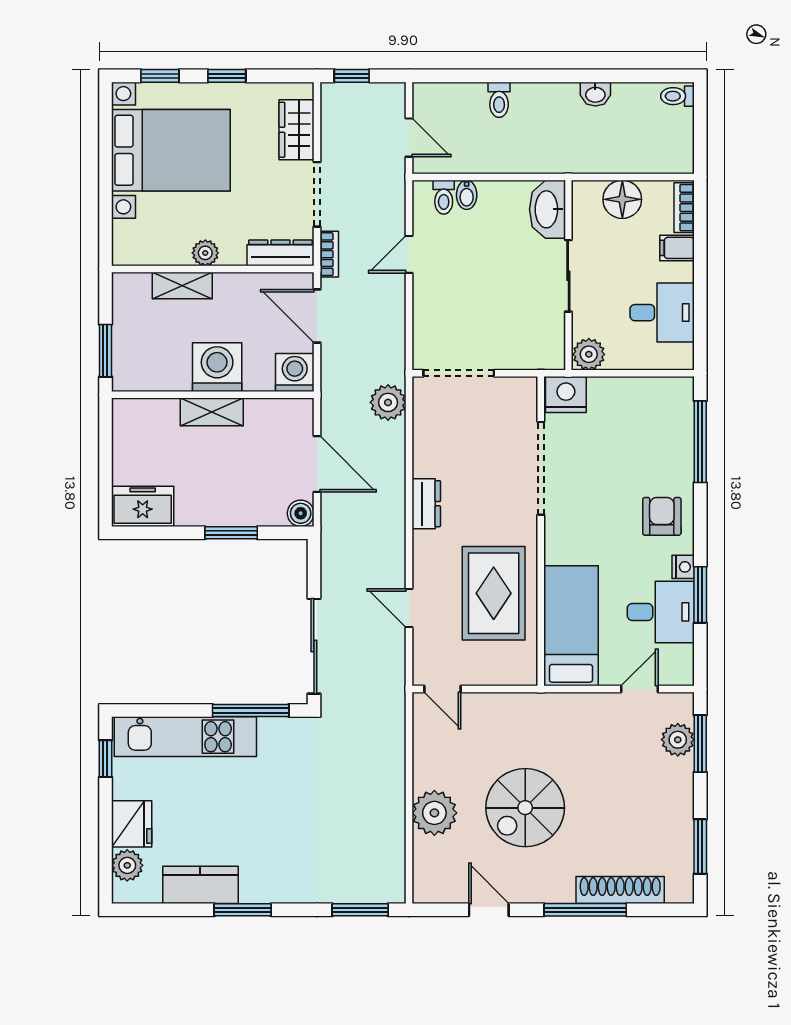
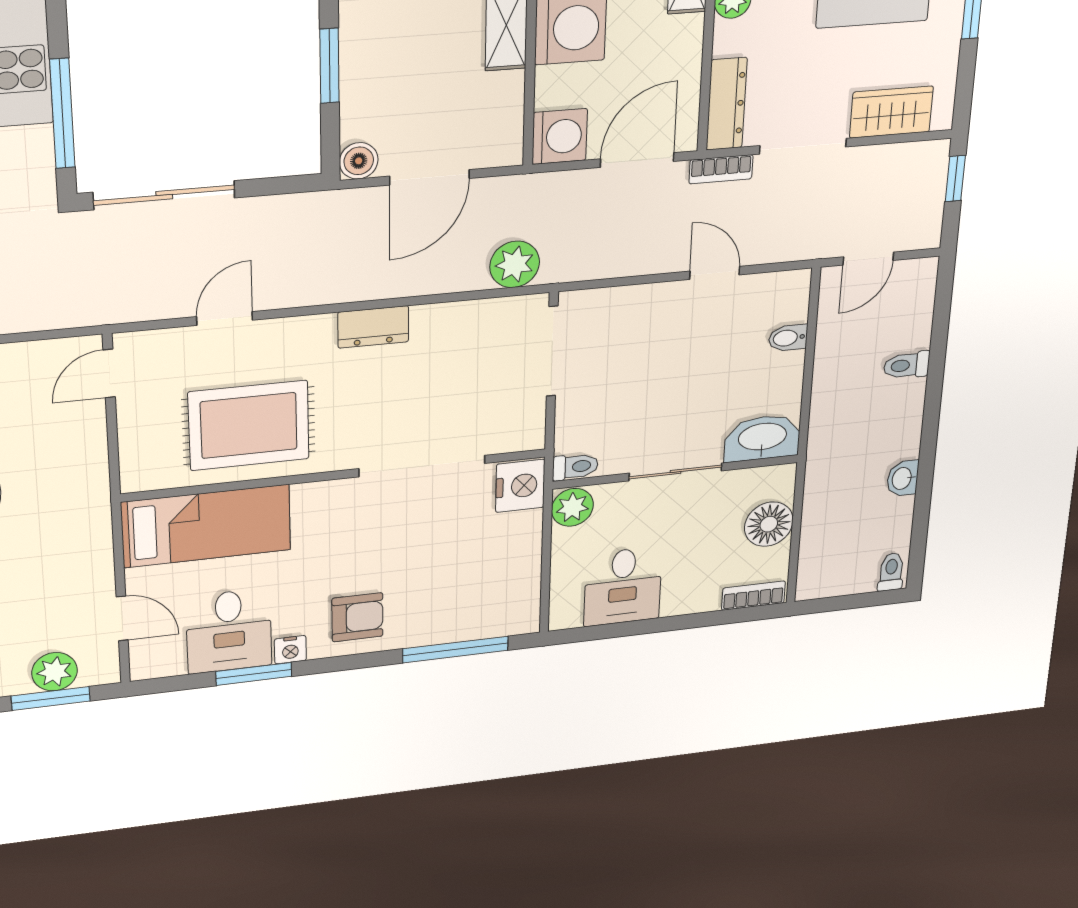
toilet: (444, 197) -> (575, 467), moved, turned 180
filing cabinet: (677, 248) -> (704, 594), removed

